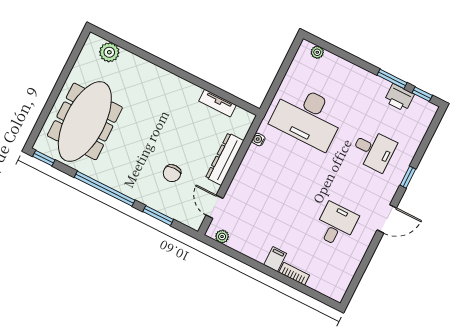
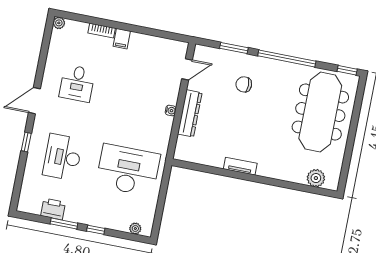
window: (422, 94) -> (96, 230), moved
tv unit: (218, 103) -> (240, 166), moved
water cooler: (258, 139) -> (171, 111), moved
desk: (374, 150) -> (63, 157), width x1.37
chair: (172, 173) -> (244, 84), moved, turned -90
door: (215, 207) -> (187, 69), hinge flipped
plant: (222, 237) -> (59, 23), moved

